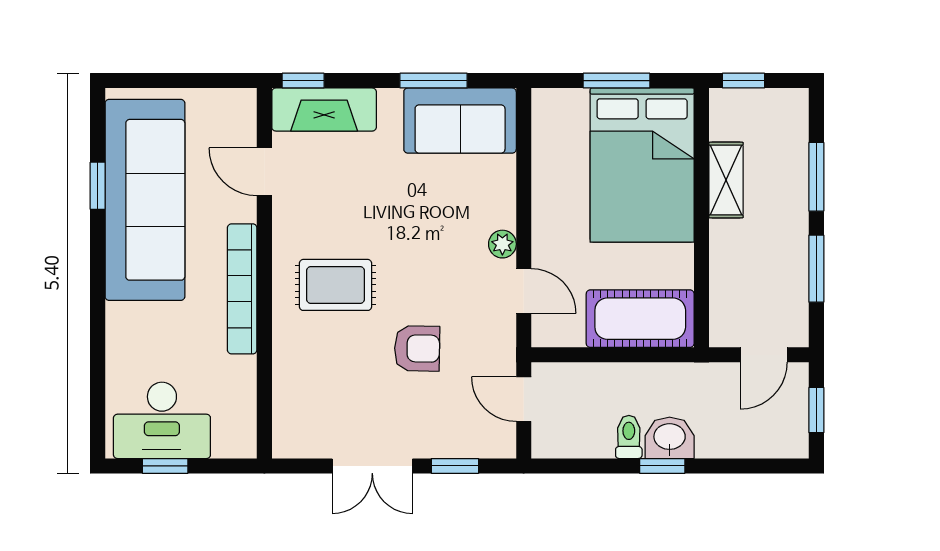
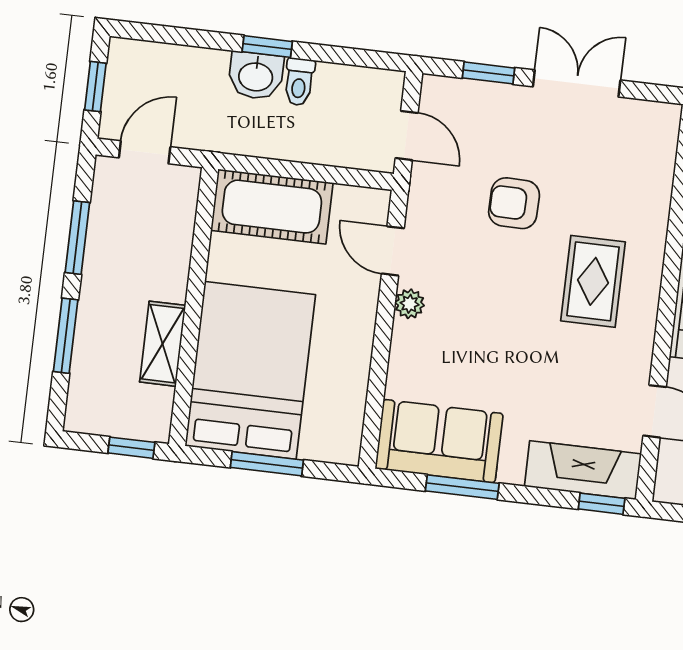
rug: (335, 285) -> (593, 281), turned 90

